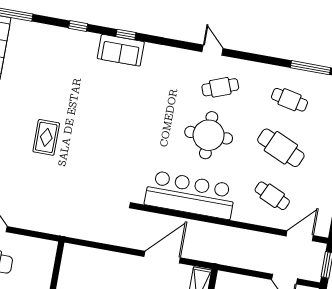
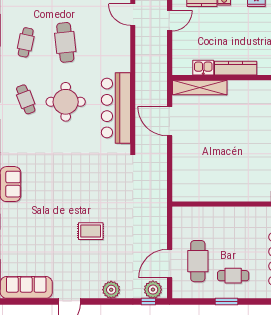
cafe table: (281, 148) -> (65, 42), turned -30
cafe table: (272, 196) -> (105, 42), removed

